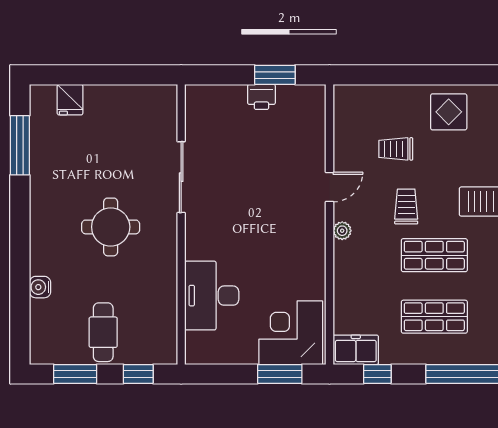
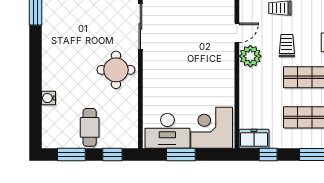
round table: (111, 227) -> (116, 70), moved
plant: (342, 231) -> (250, 56), width x1.88, depth x1.88
desk: (212, 296) -> (167, 131), moved, turned -90
window: (280, 374) -> (181, 155), moved

